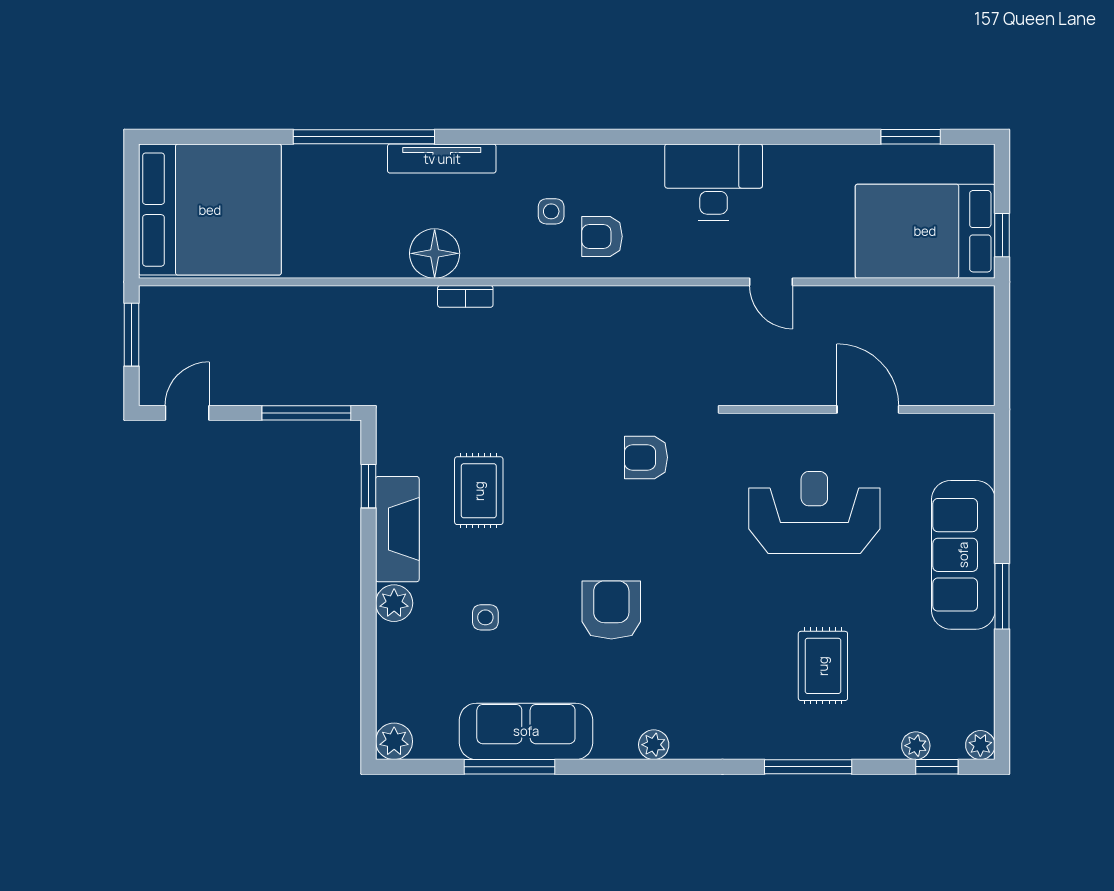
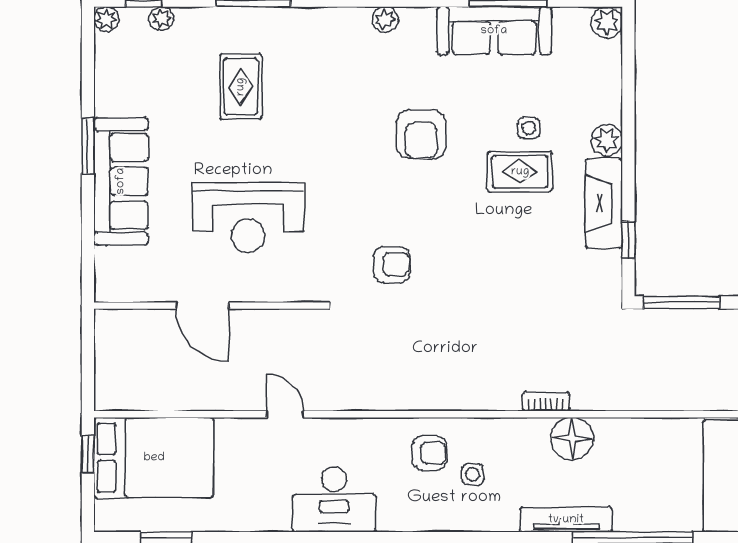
rug: (479, 491) -> (520, 172), moved, turned 90

